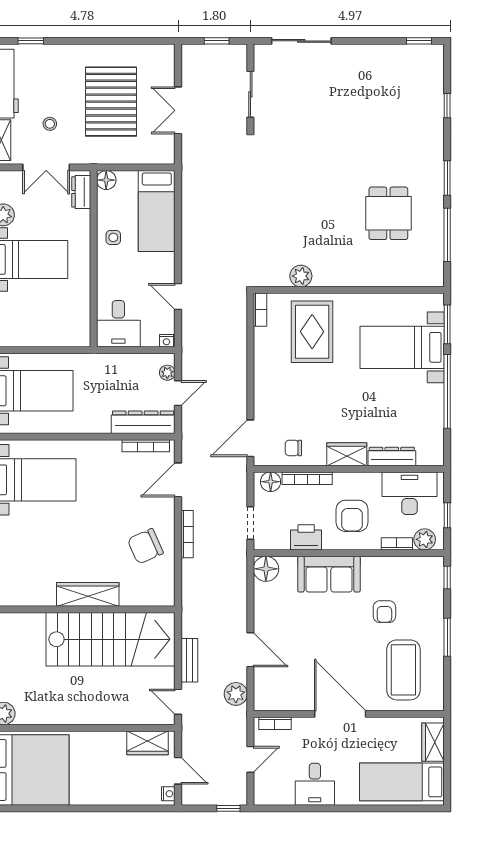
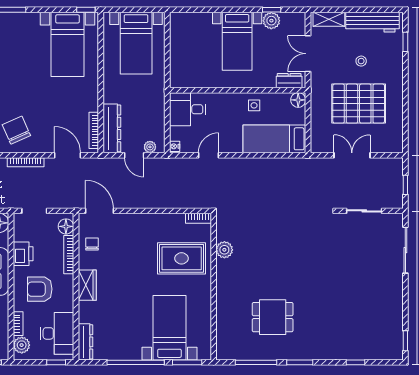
stool: (50, 124) -> (361, 61), moved
dresser: (392, 456) -> (85, 342), moved
window: (447, 515) -> (56, 362), moved

